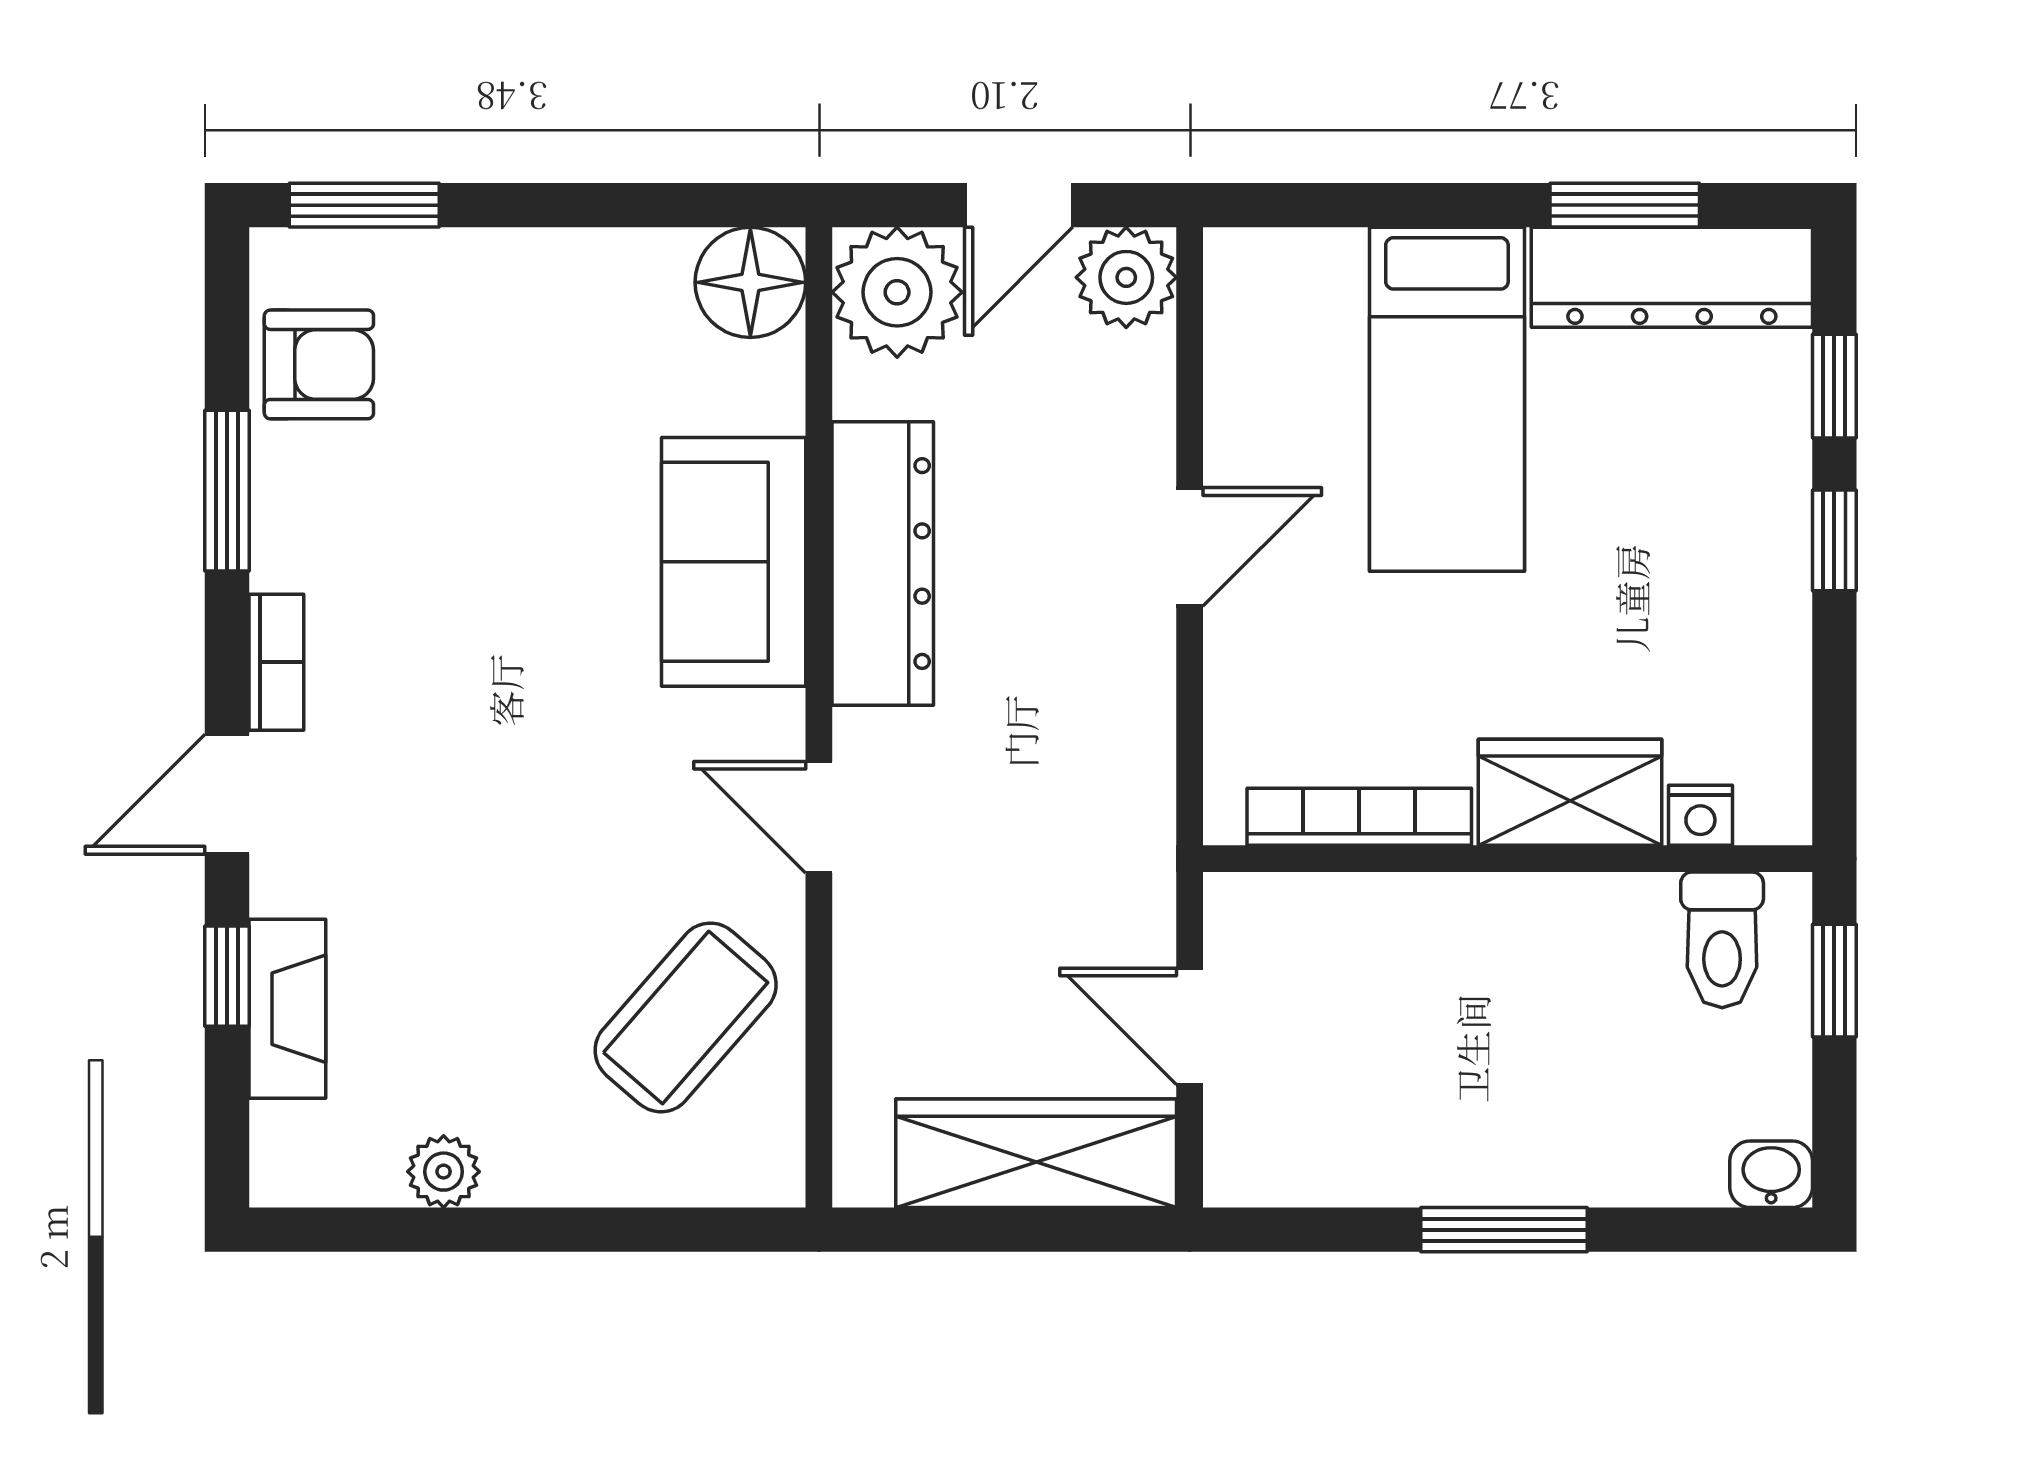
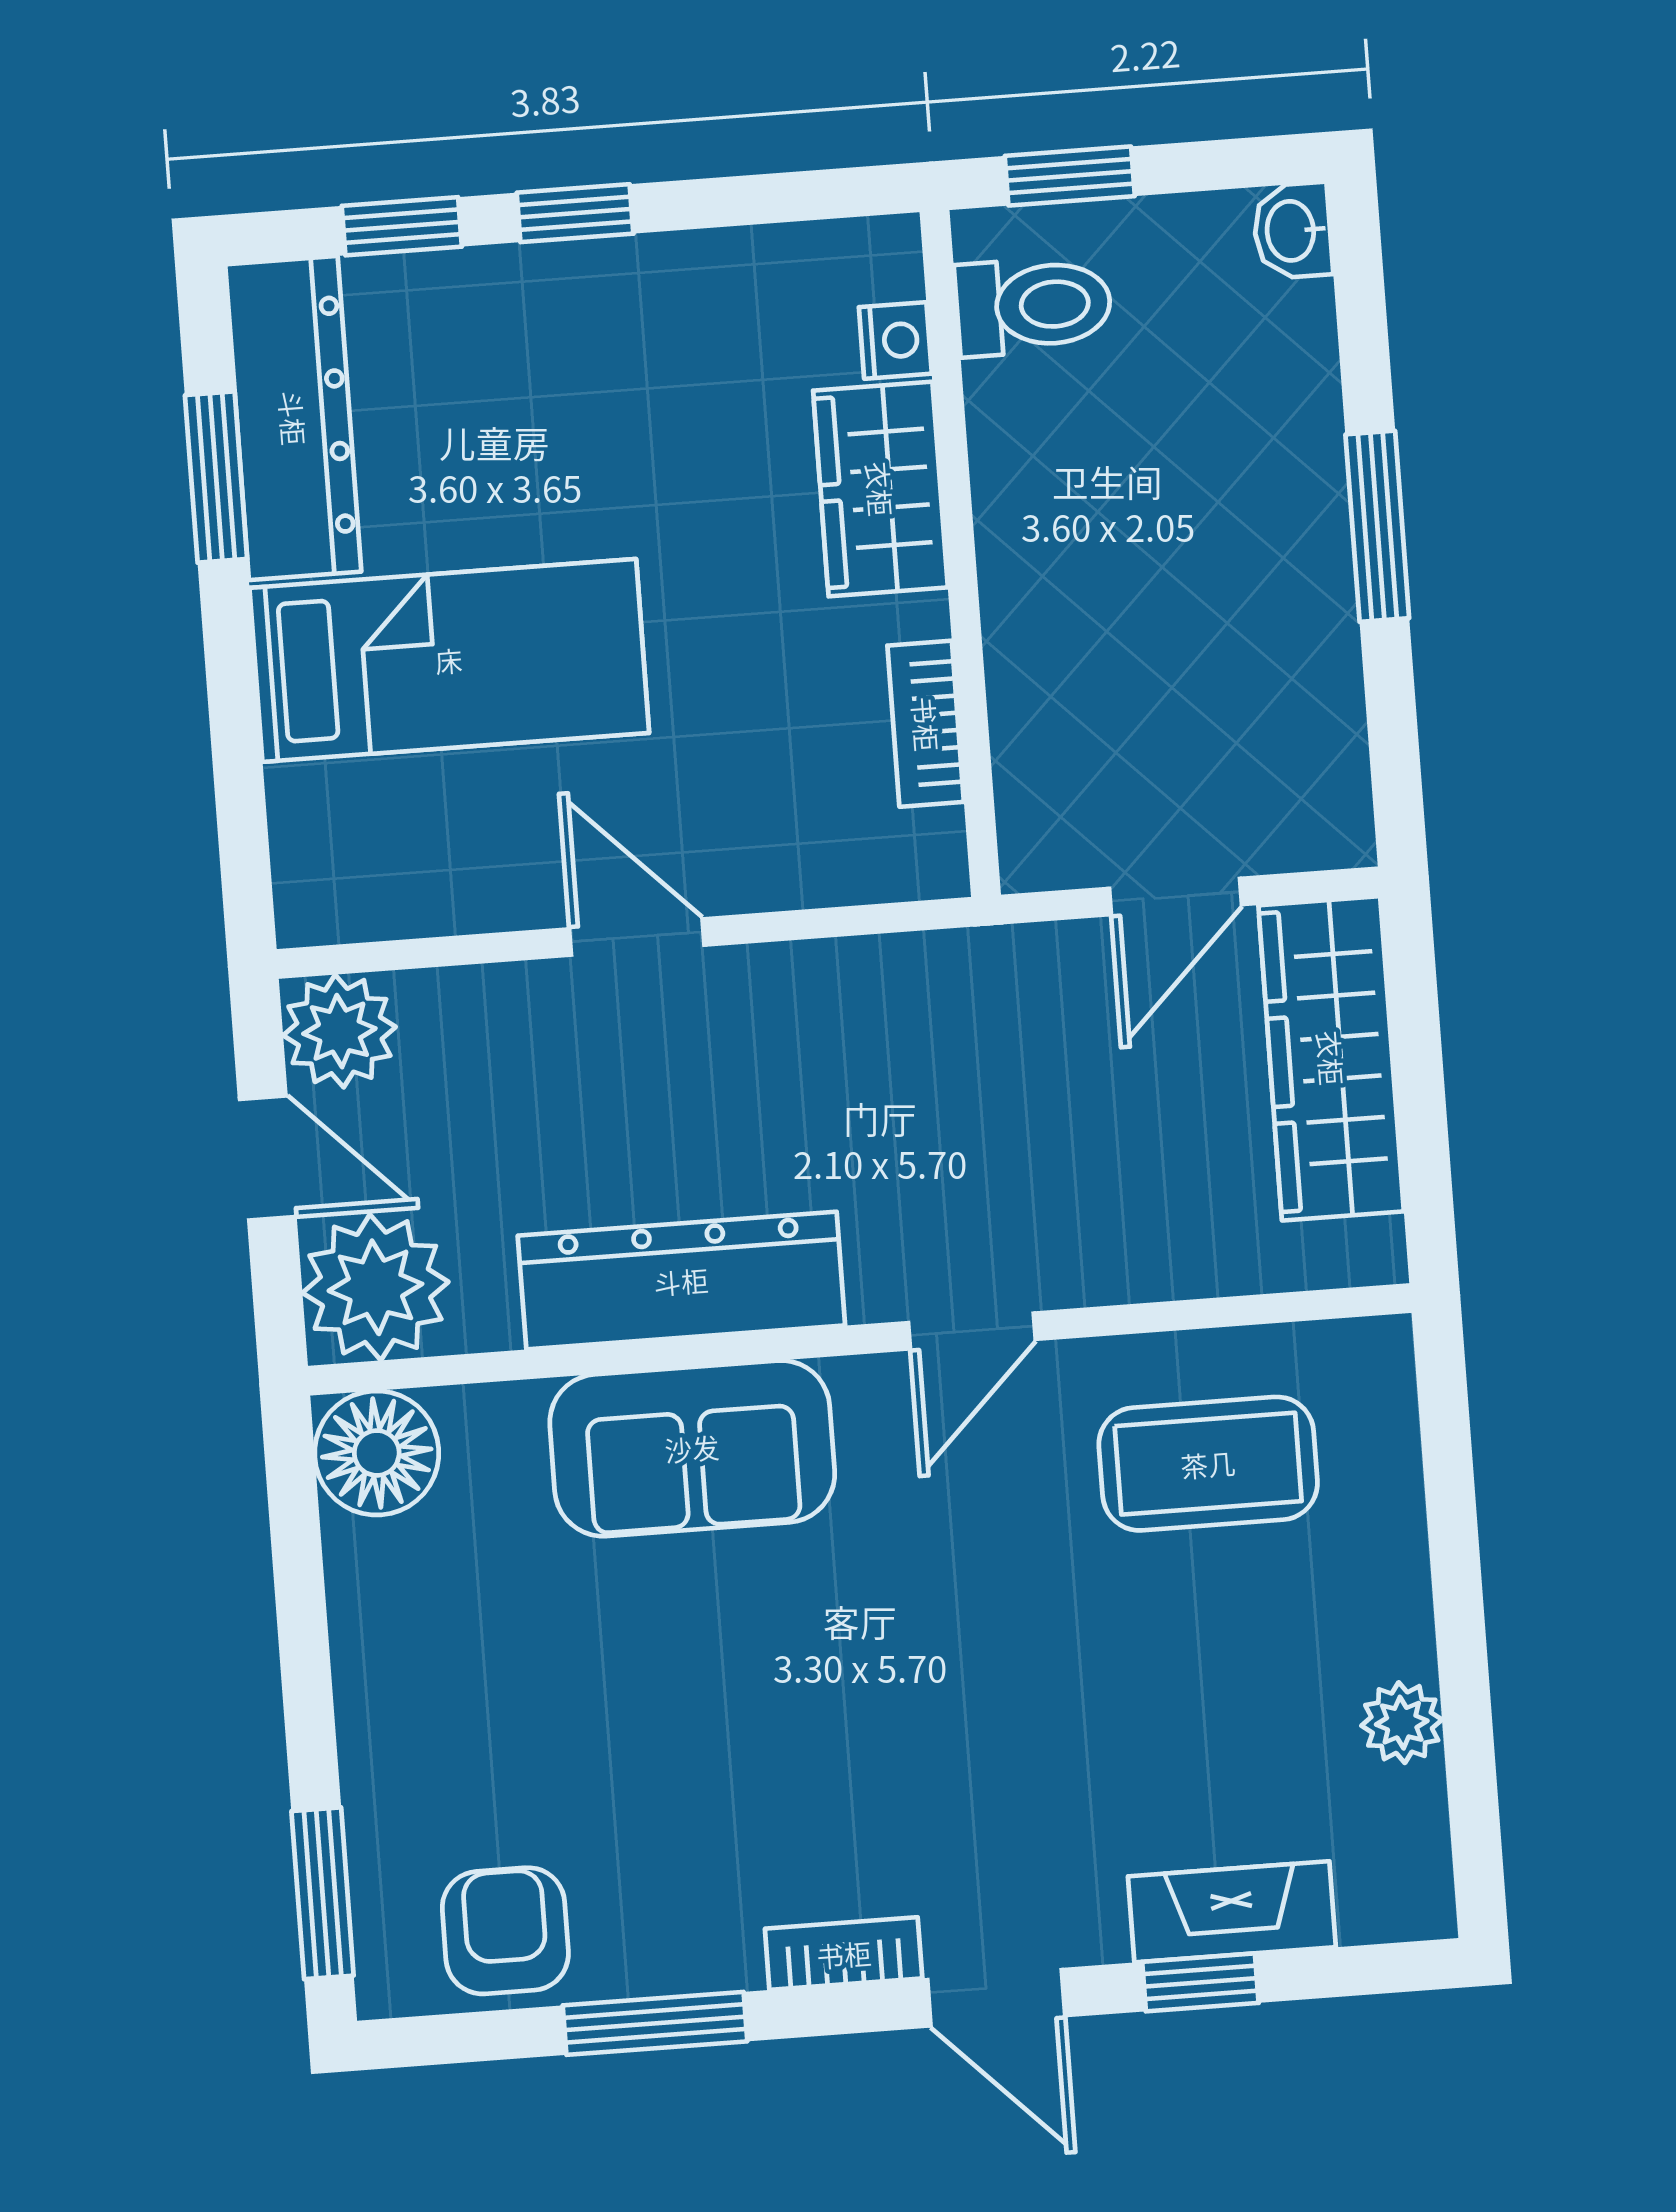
bookcase: (1359, 817) -> (926, 724), width x0.64
coffee table: (686, 1017) -> (1208, 1464), turned -41

